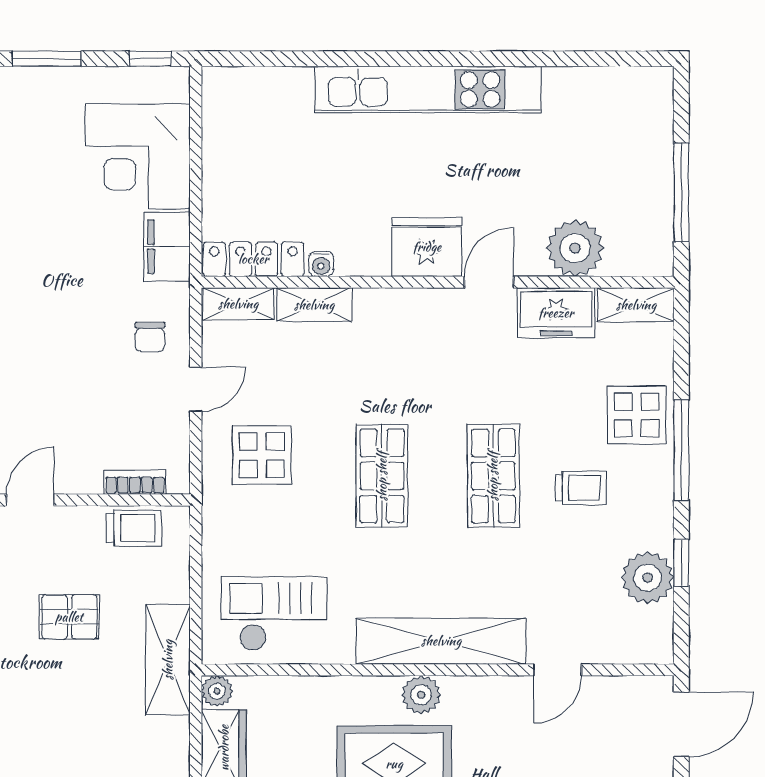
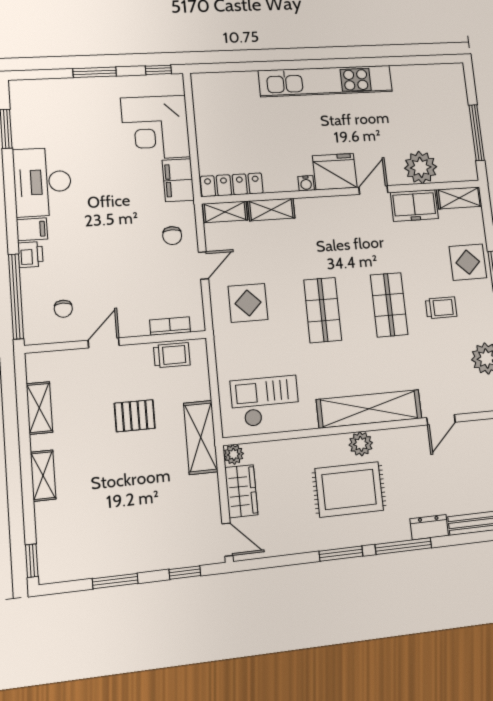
water cooler: (321, 264) -> (306, 183), moved

